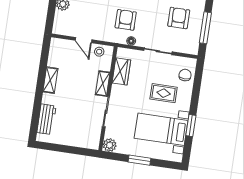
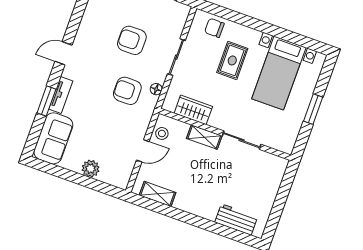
armchair: (179, 18) -> (132, 40), moved
shelving: (50, 80) -> (158, 194), moved
window: (191, 125) -> (281, 33), removed
plant: (110, 145) -> (286, 144), removed

